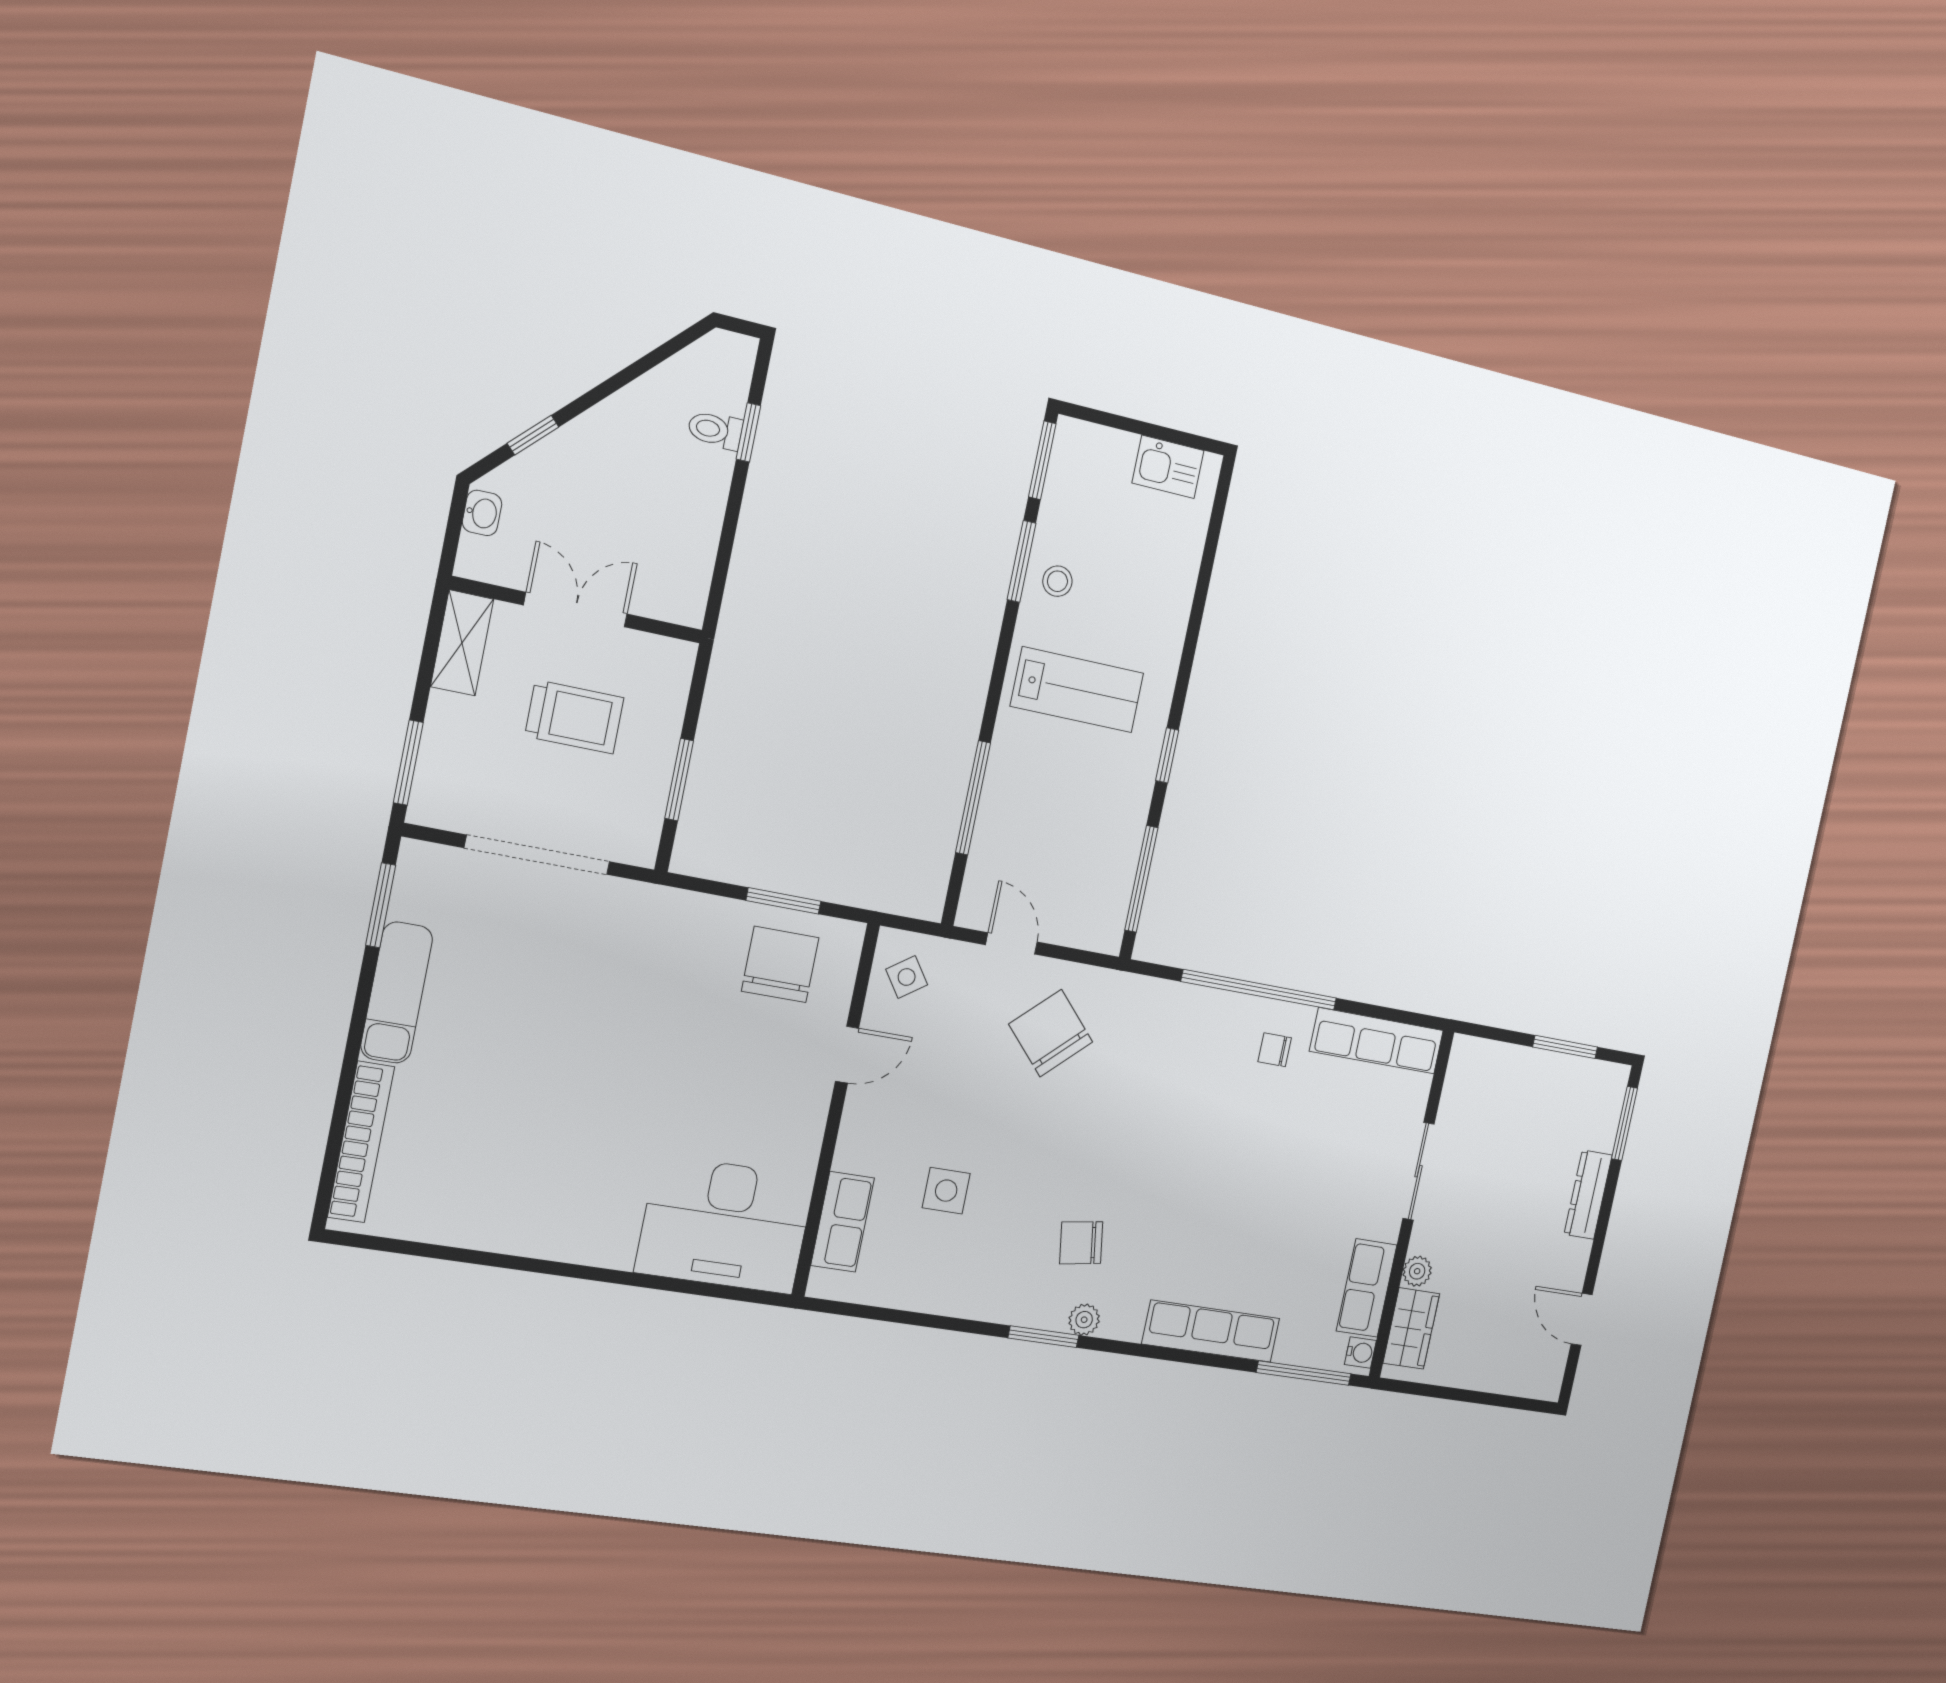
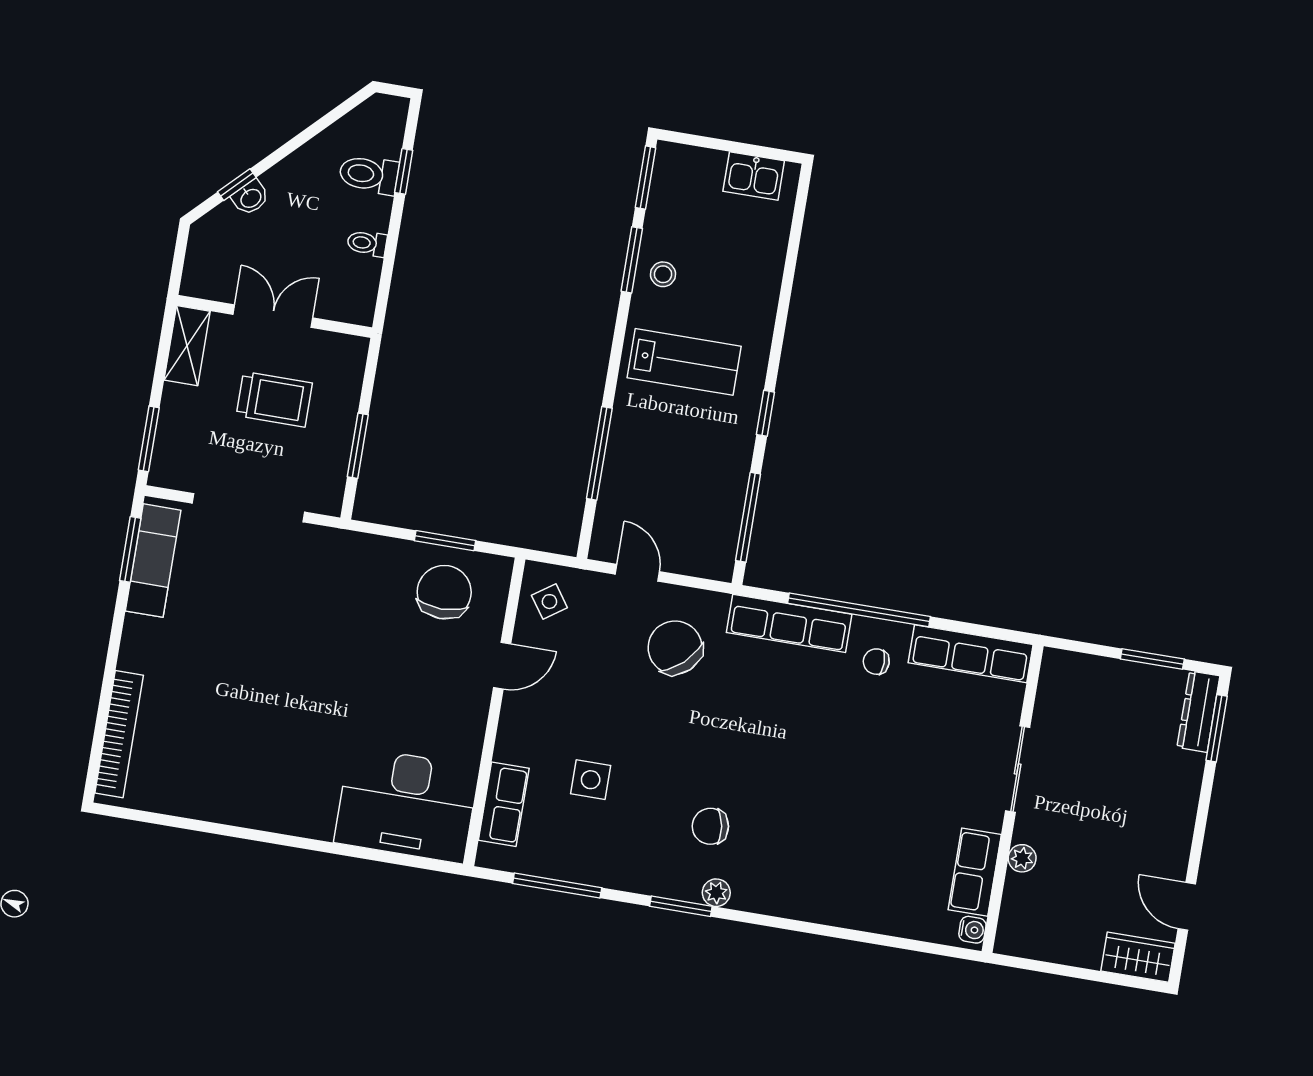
toilet: (715, 430) -> (369, 175), width x1.37, depth x1.39
washbasin: (482, 513) -> (250, 198), moved, turned 45
toilet: (699, 522) -> (367, 243), added
exam couch: (397, 993) -> (153, 561), moved
dresser: (1588, 1195) -> (1198, 712), moved
wardrobe: (1411, 1328) -> (1138, 957), moved, turned -90
row of seats: (1211, 1331) -> (789, 623), moved, turned 180
window: (1304, 1373) -> (557, 886), moved

